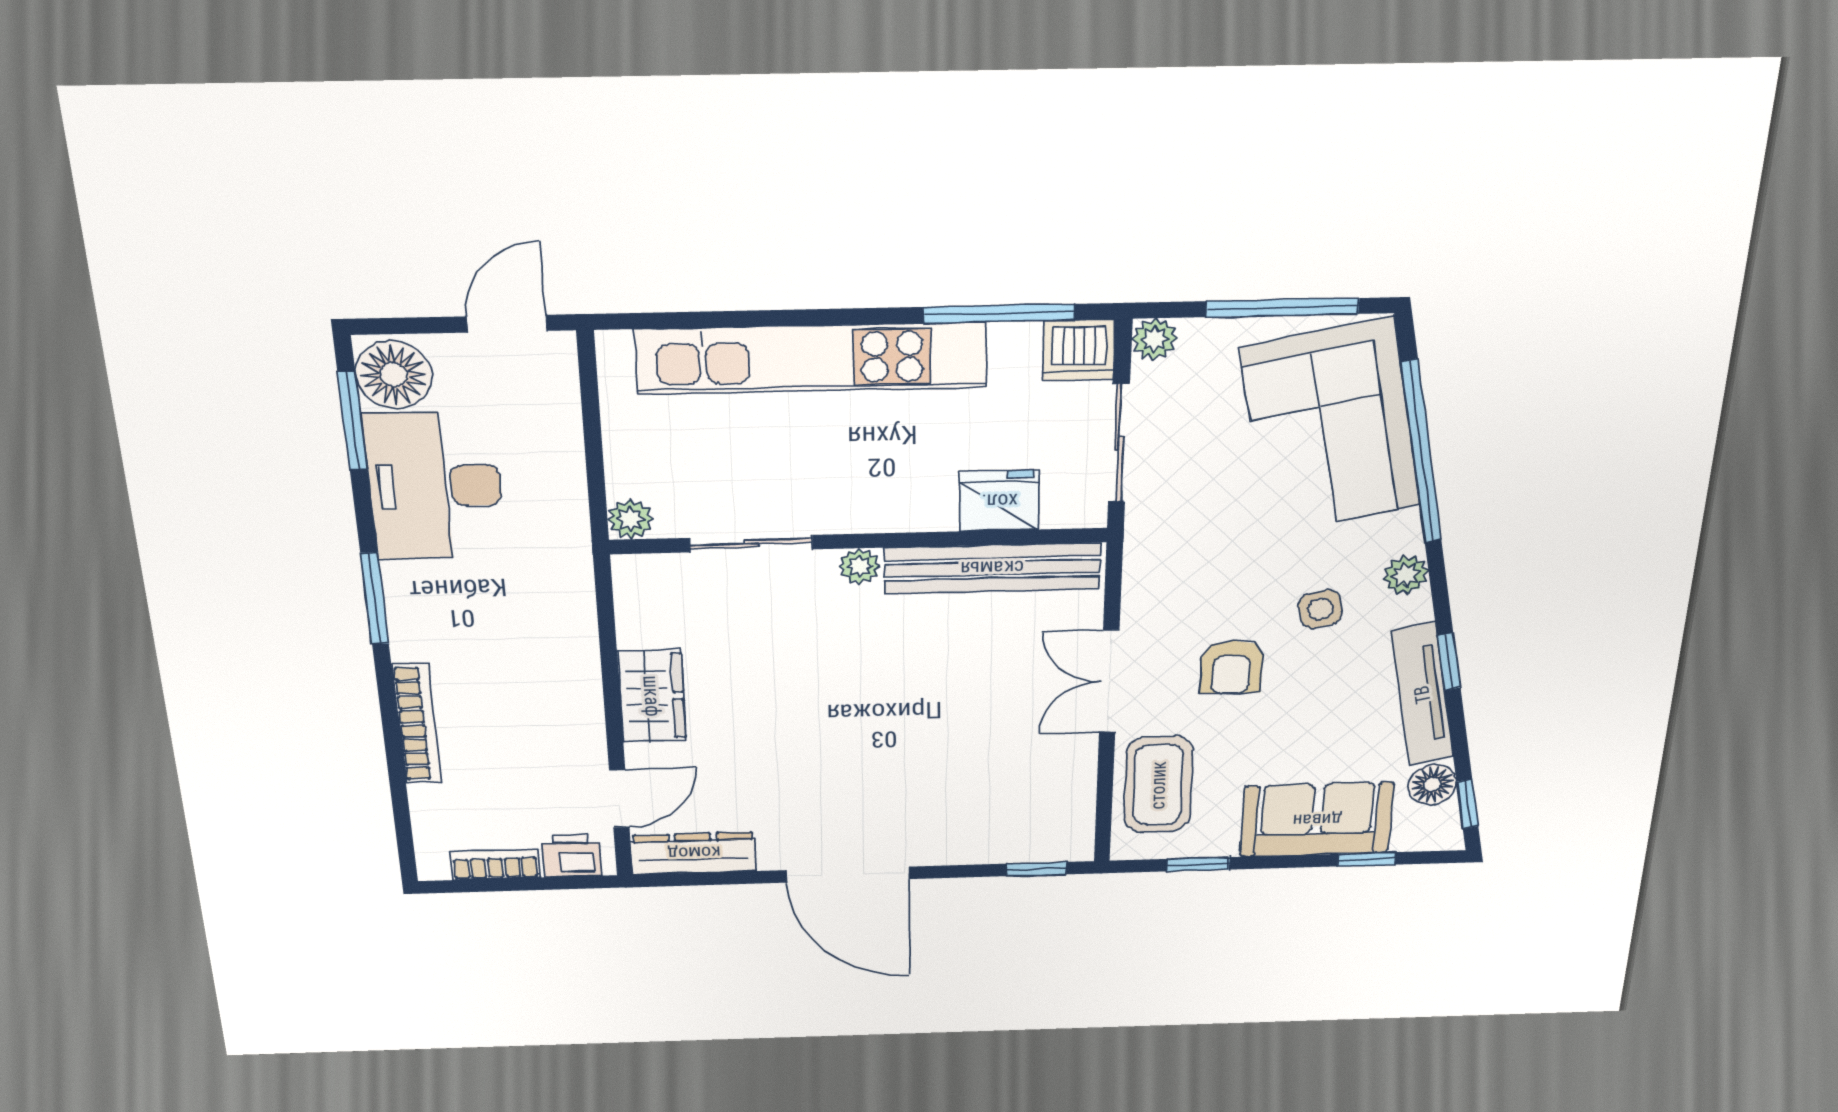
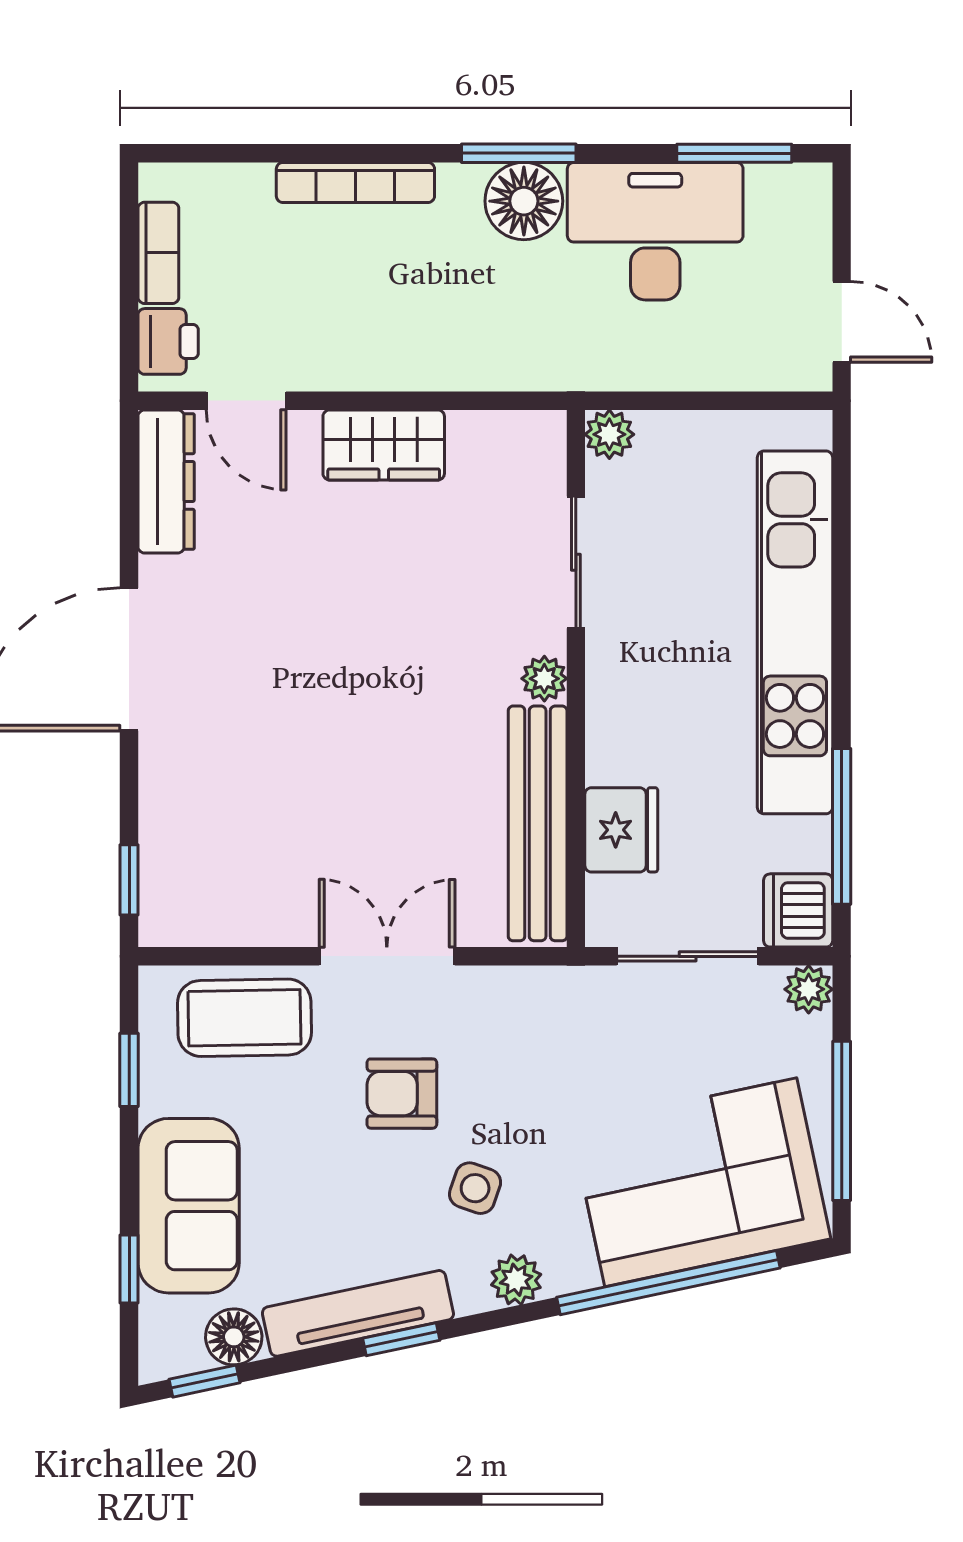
floor lamp: (394, 375) -> (524, 201), moved
side table: (1320, 609) -> (475, 1188), turned 33

